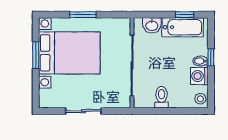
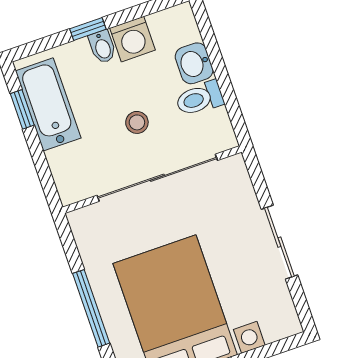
window: (83, 15) -> (91, 308), width x1.44
washbasin: (152, 25) -> (194, 63), moved, turned 180
stool: (200, 99) -> (137, 122), moved

